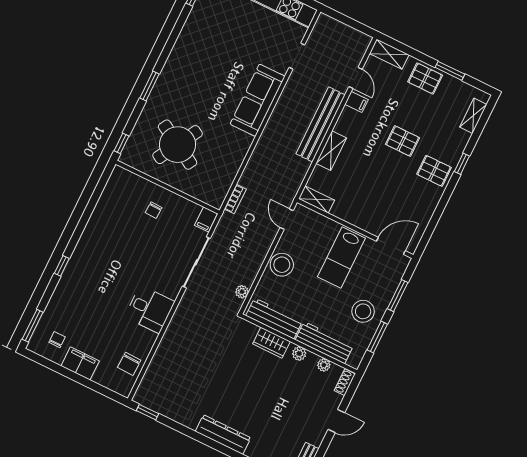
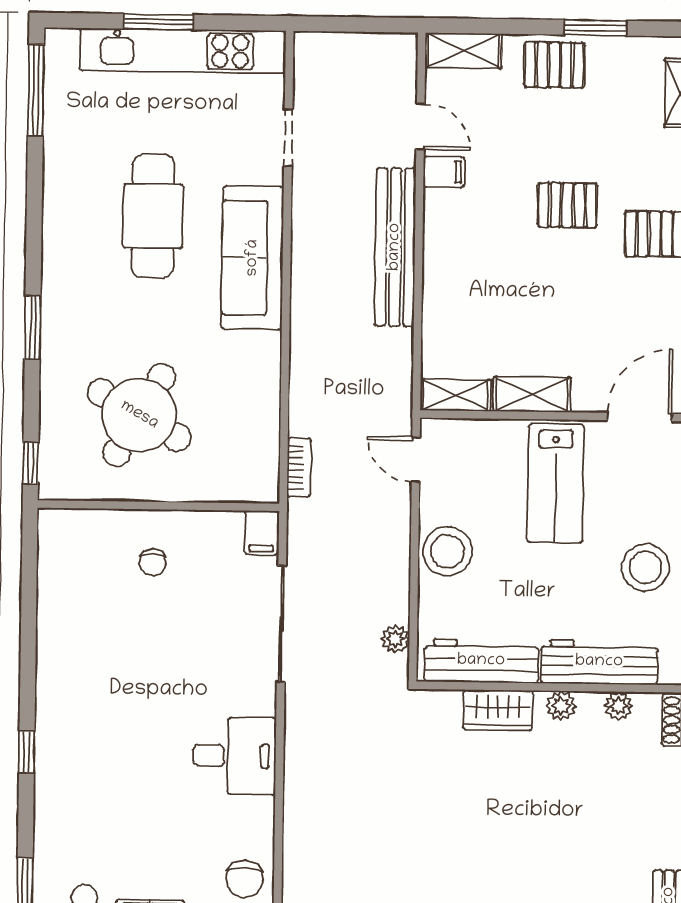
cafe table: (223, 62) -> (153, 216), added
shelving: (331, 151) -> (532, 394), moved, turned 90

